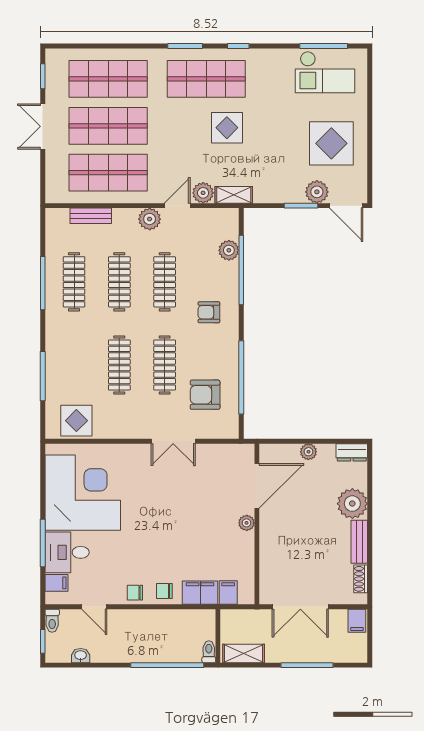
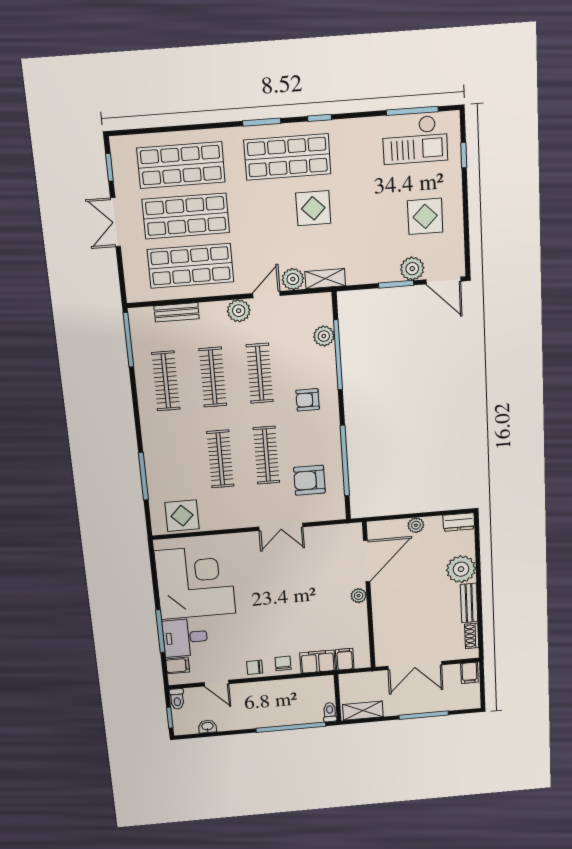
window: (370, 90) -> (464, 155), added
display table: (331, 143) -> (425, 216), width x0.73, depth x0.73
window: (43, 283) -> (128, 340), moved
chair: (164, 591) -> (283, 663), turned 90

